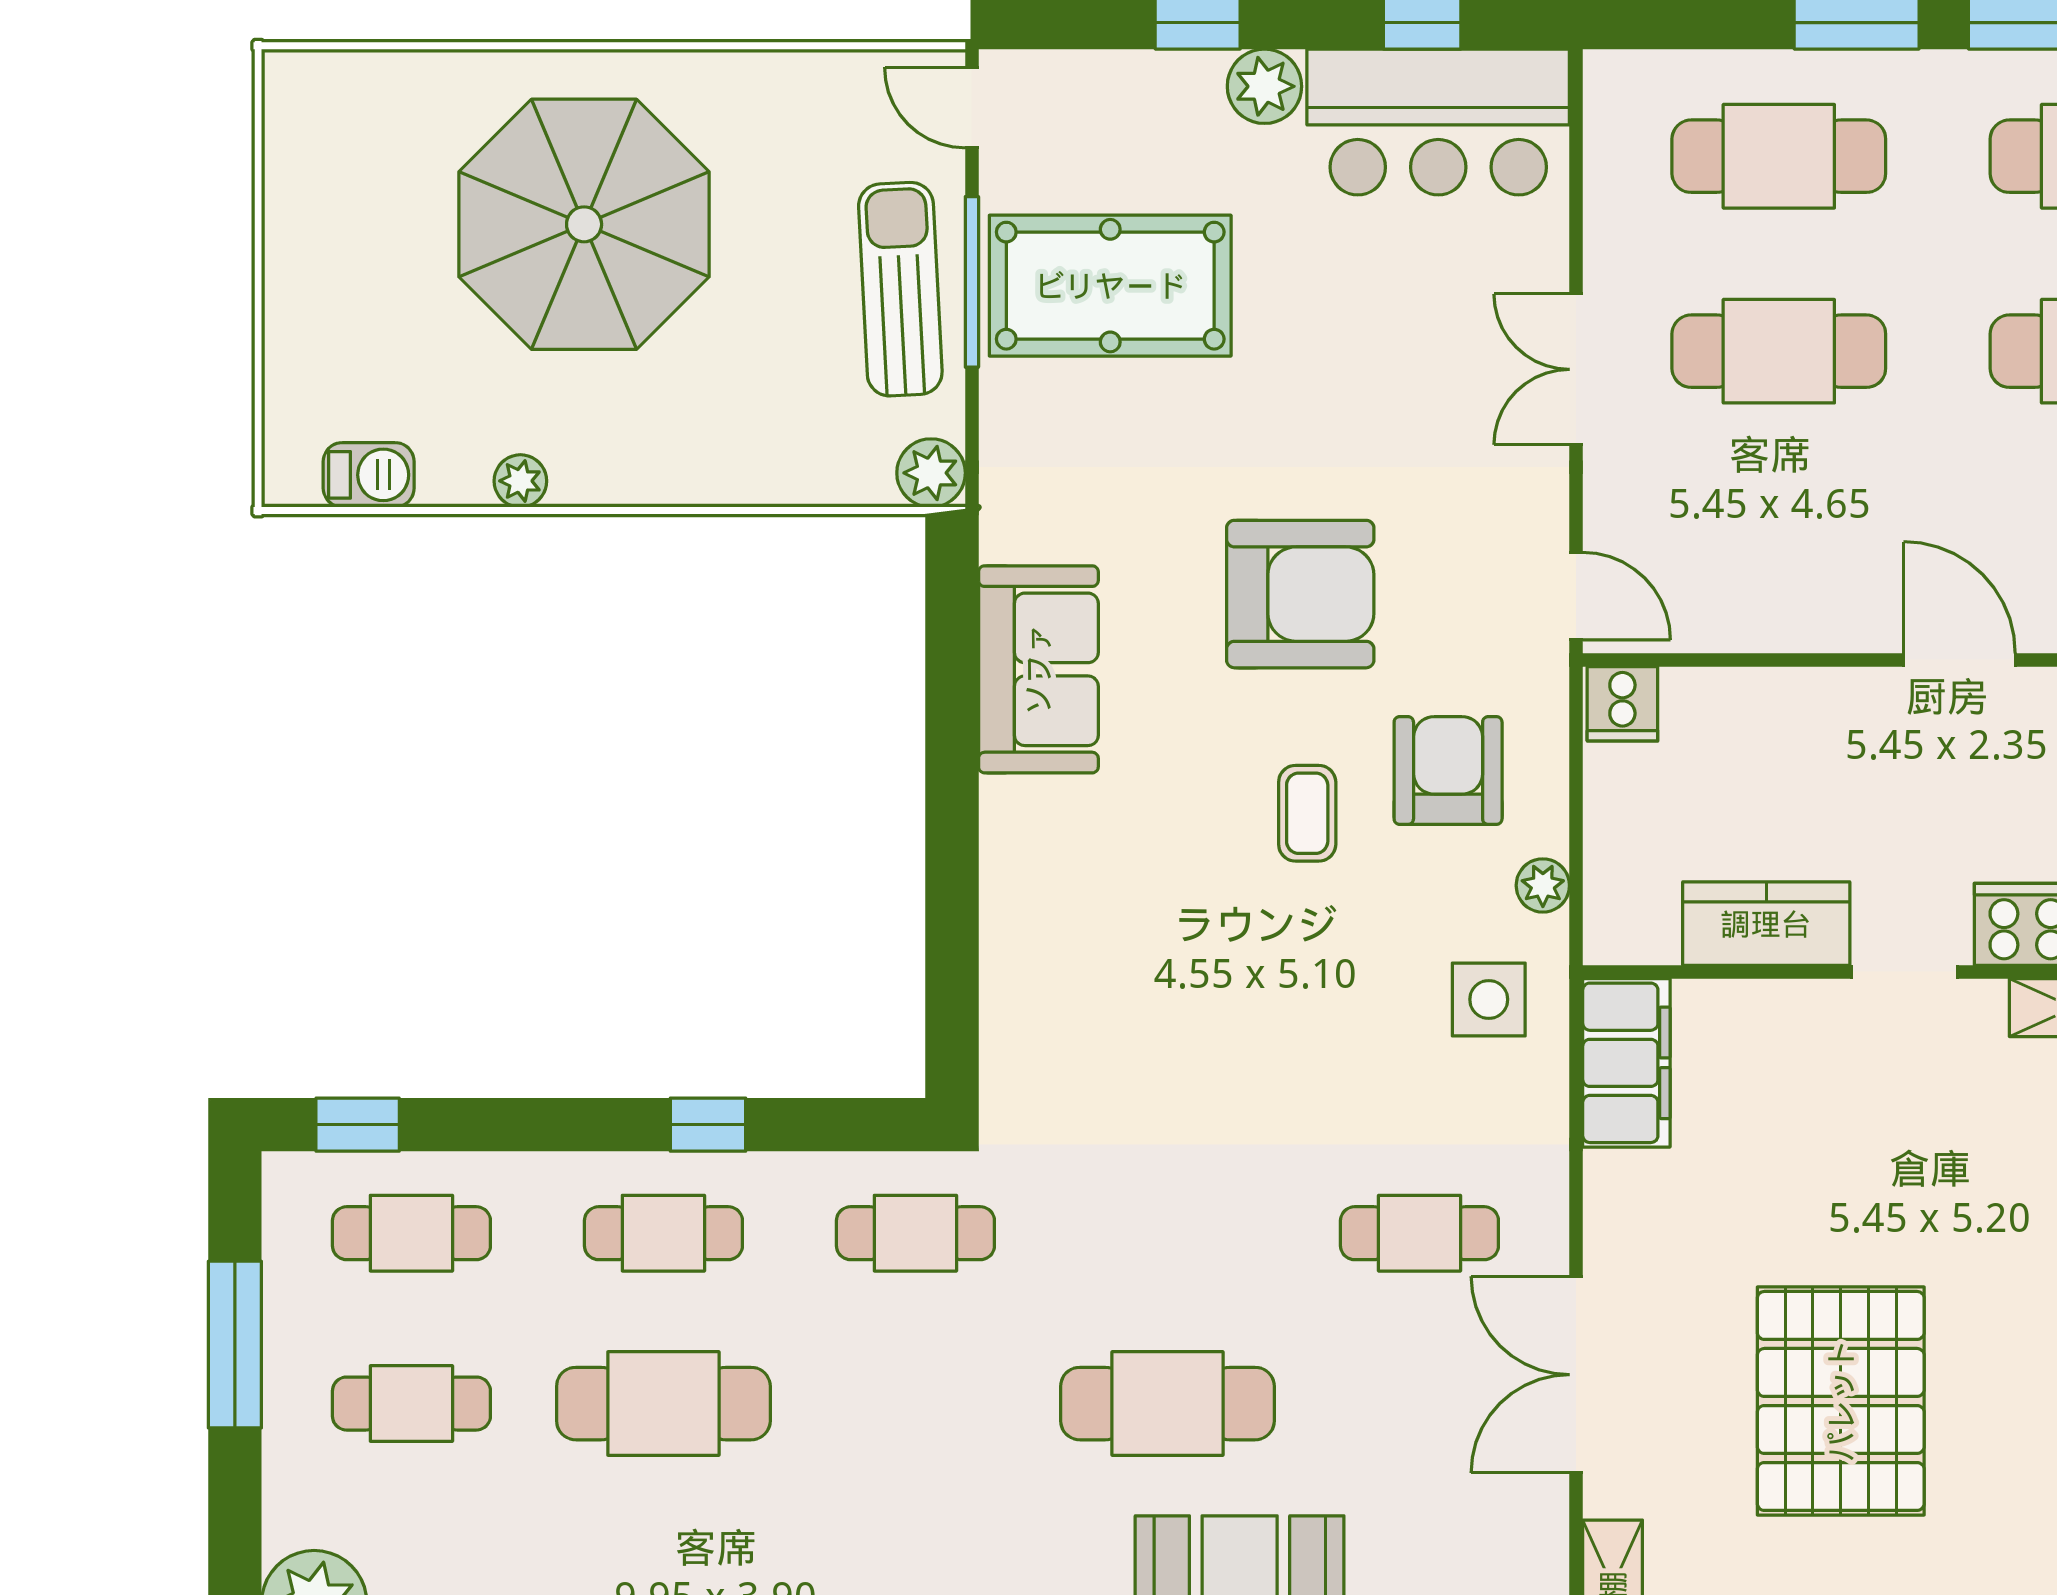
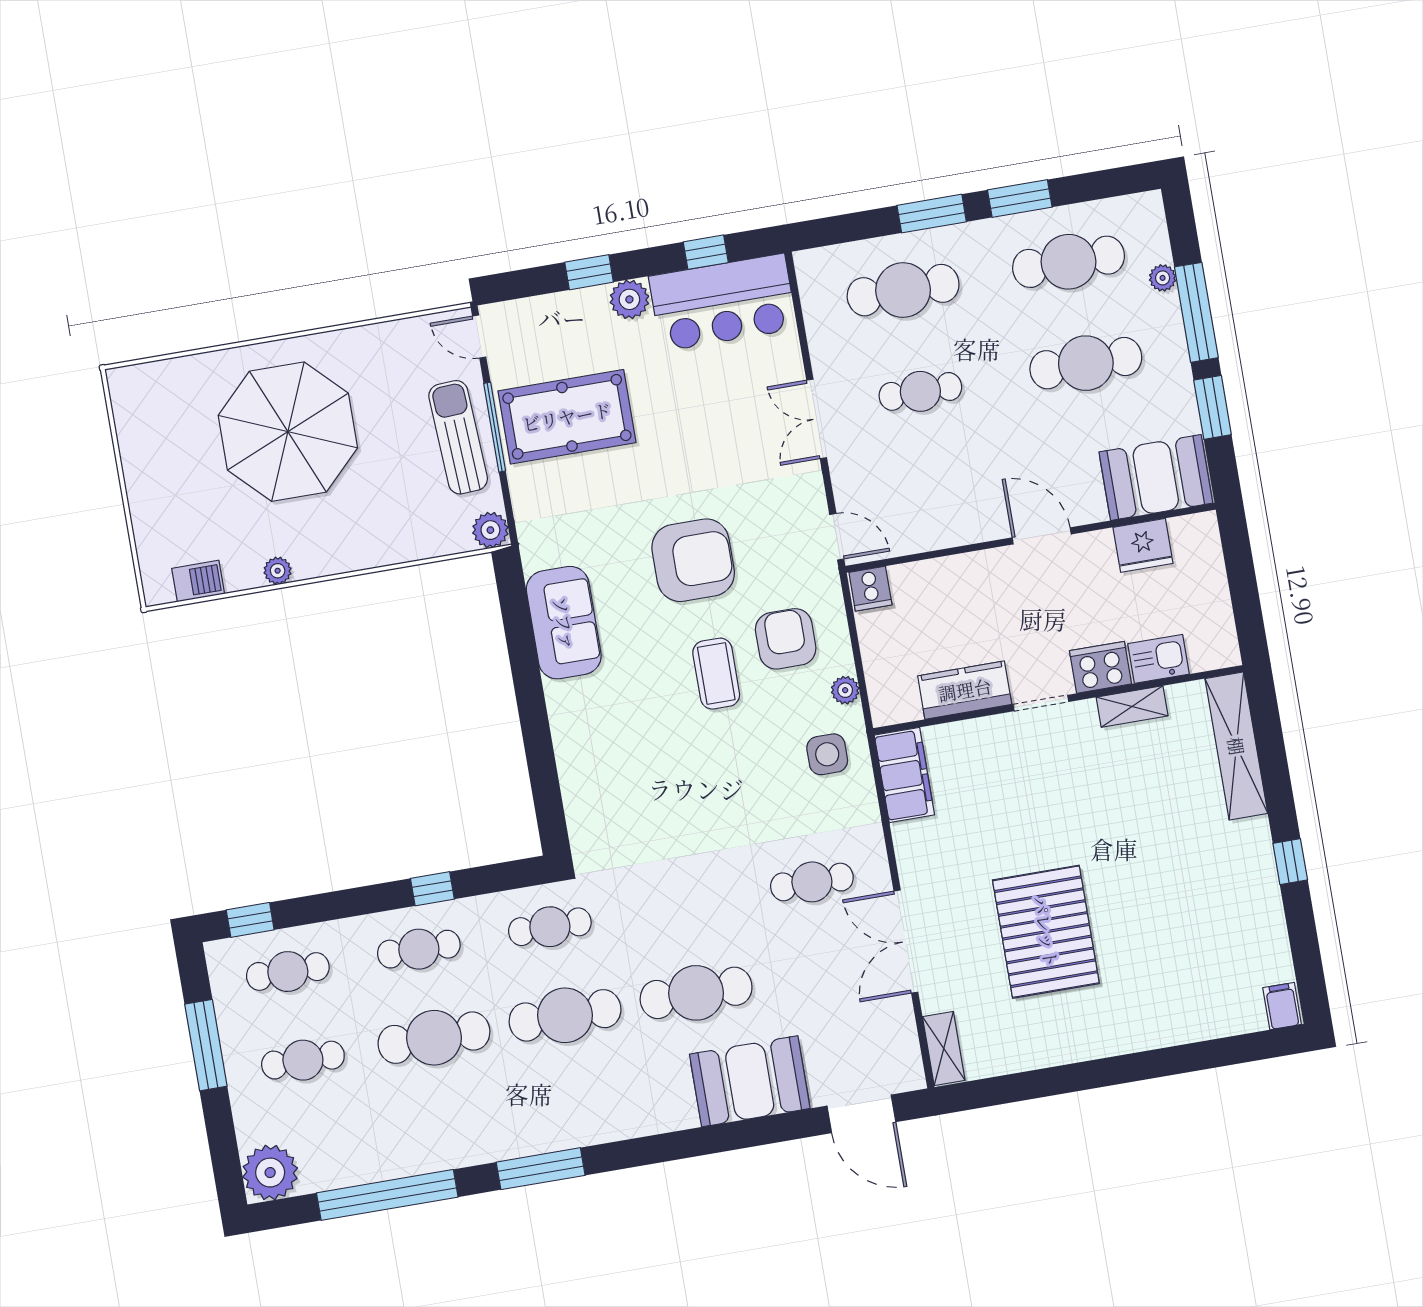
cafe table: (1779, 351) -> (920, 391), width x0.73, depth x0.74
coffee table: (1307, 813) -> (716, 674), width x1.36, depth x1.30
cafe table: (915, 1404) -> (565, 1015), added

